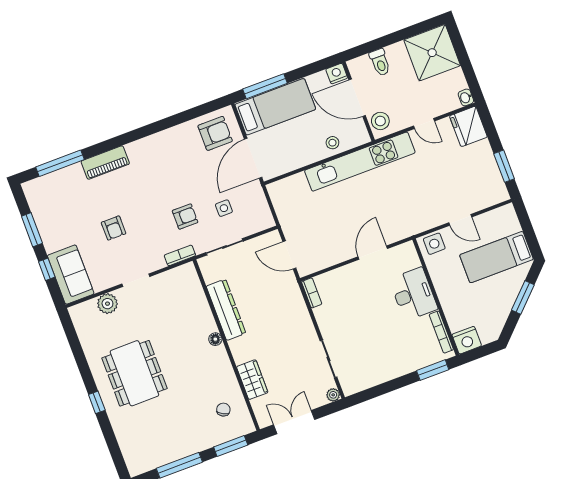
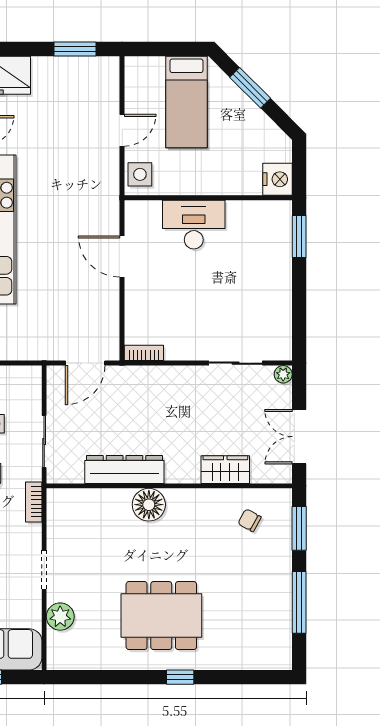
bookcase: (441, 332) -> (255, 207), removed
floor lamp: (215, 339) -> (149, 505), width x1.89, depth x1.89

